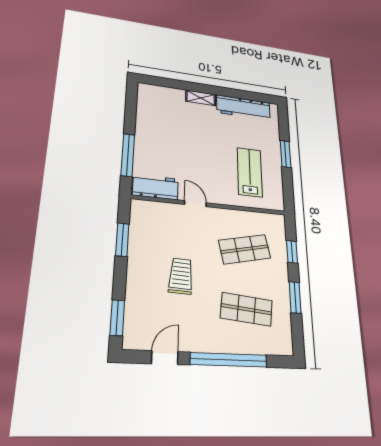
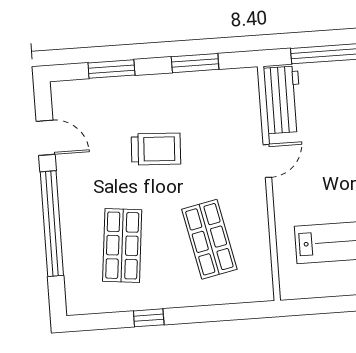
window: (292, 252) -> (217, 313), removed
window: (295, 297) -> (149, 318), width x0.67
window: (117, 318) -> (111, 69), moved

